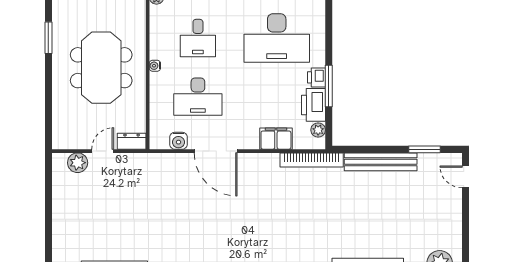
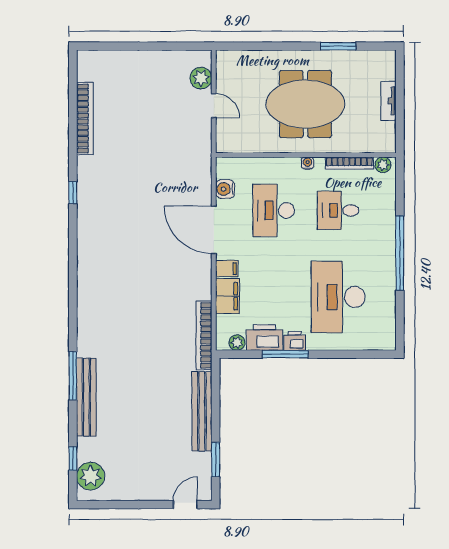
bookcase: (155, 28) -> (349, 163), added
filing cabinet: (251, 139) -> (227, 269), added
dresser: (132, 141) -> (224, 137), removed
door: (216, 151) -> (214, 230), hinge flipped

